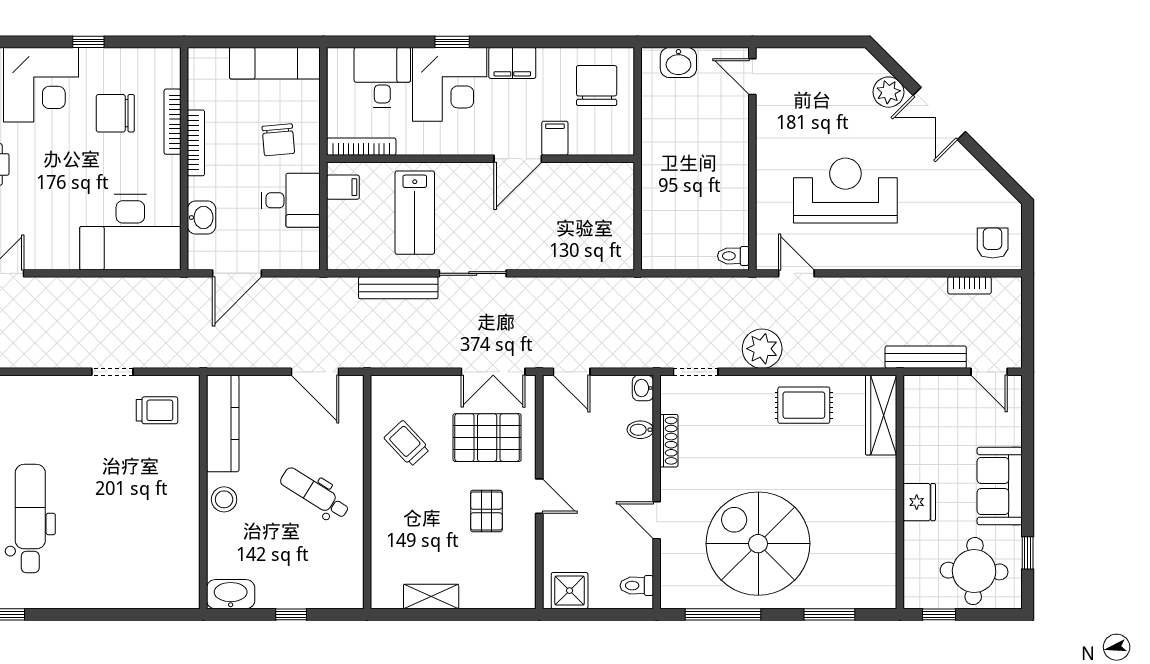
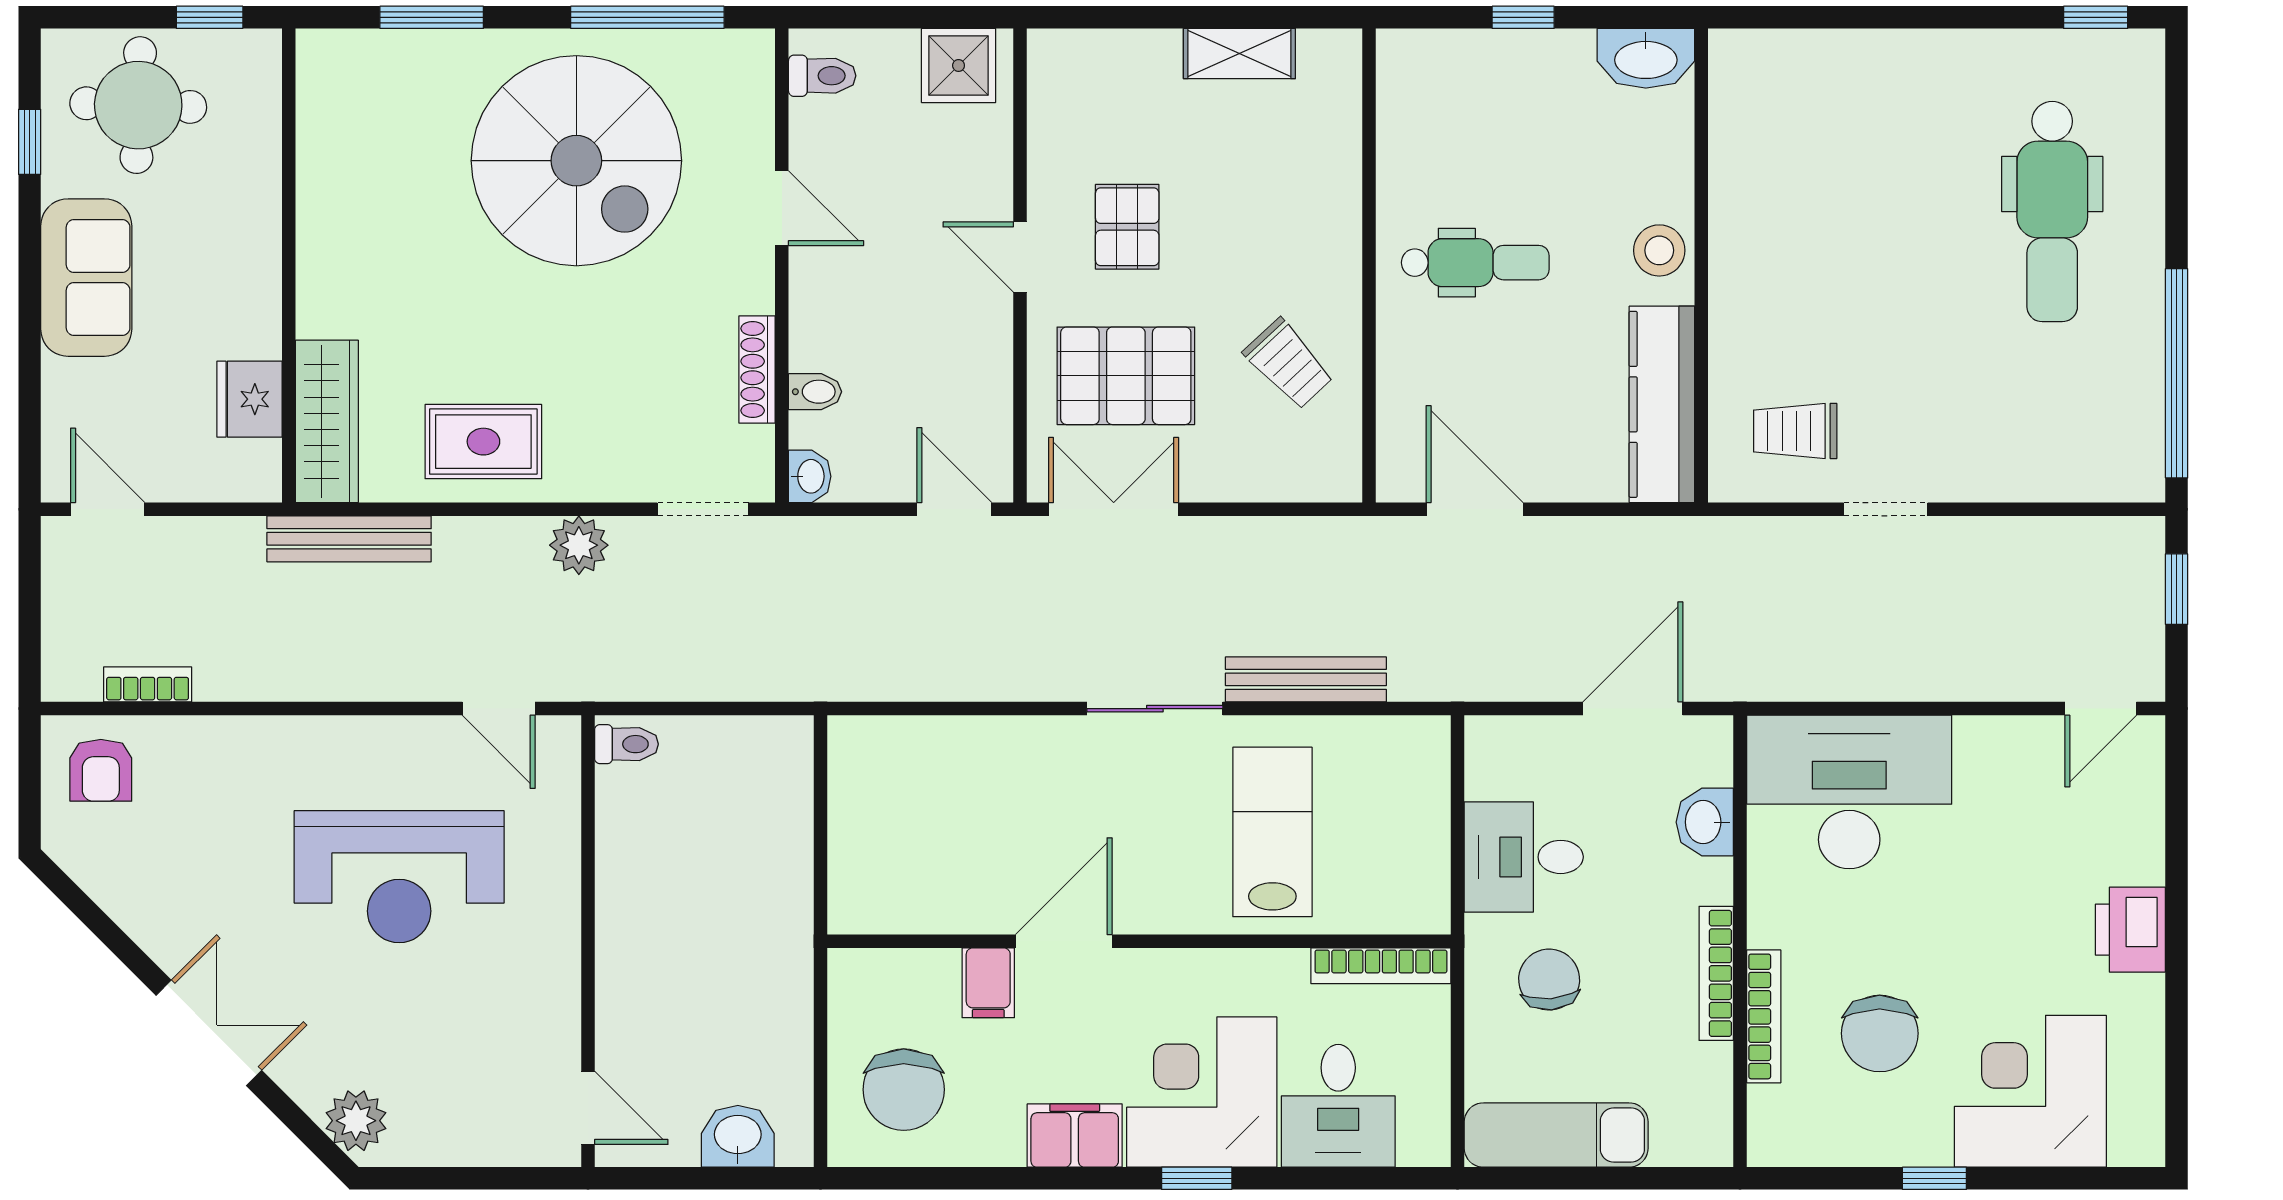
plant: (888, 92) -> (356, 1121), moved
chair: (115, 113) -> (1880, 1033), turned 90
filing cabinet: (343, 187) -> (1418, 884), removed
plant: (762, 349) -> (579, 545), width x0.73, depth x0.73
bench: (926, 357) -> (349, 539), moved
dental chair: (315, 493) -> (1475, 263), turned -32
fridge: (919, 502) -> (250, 399), moved

